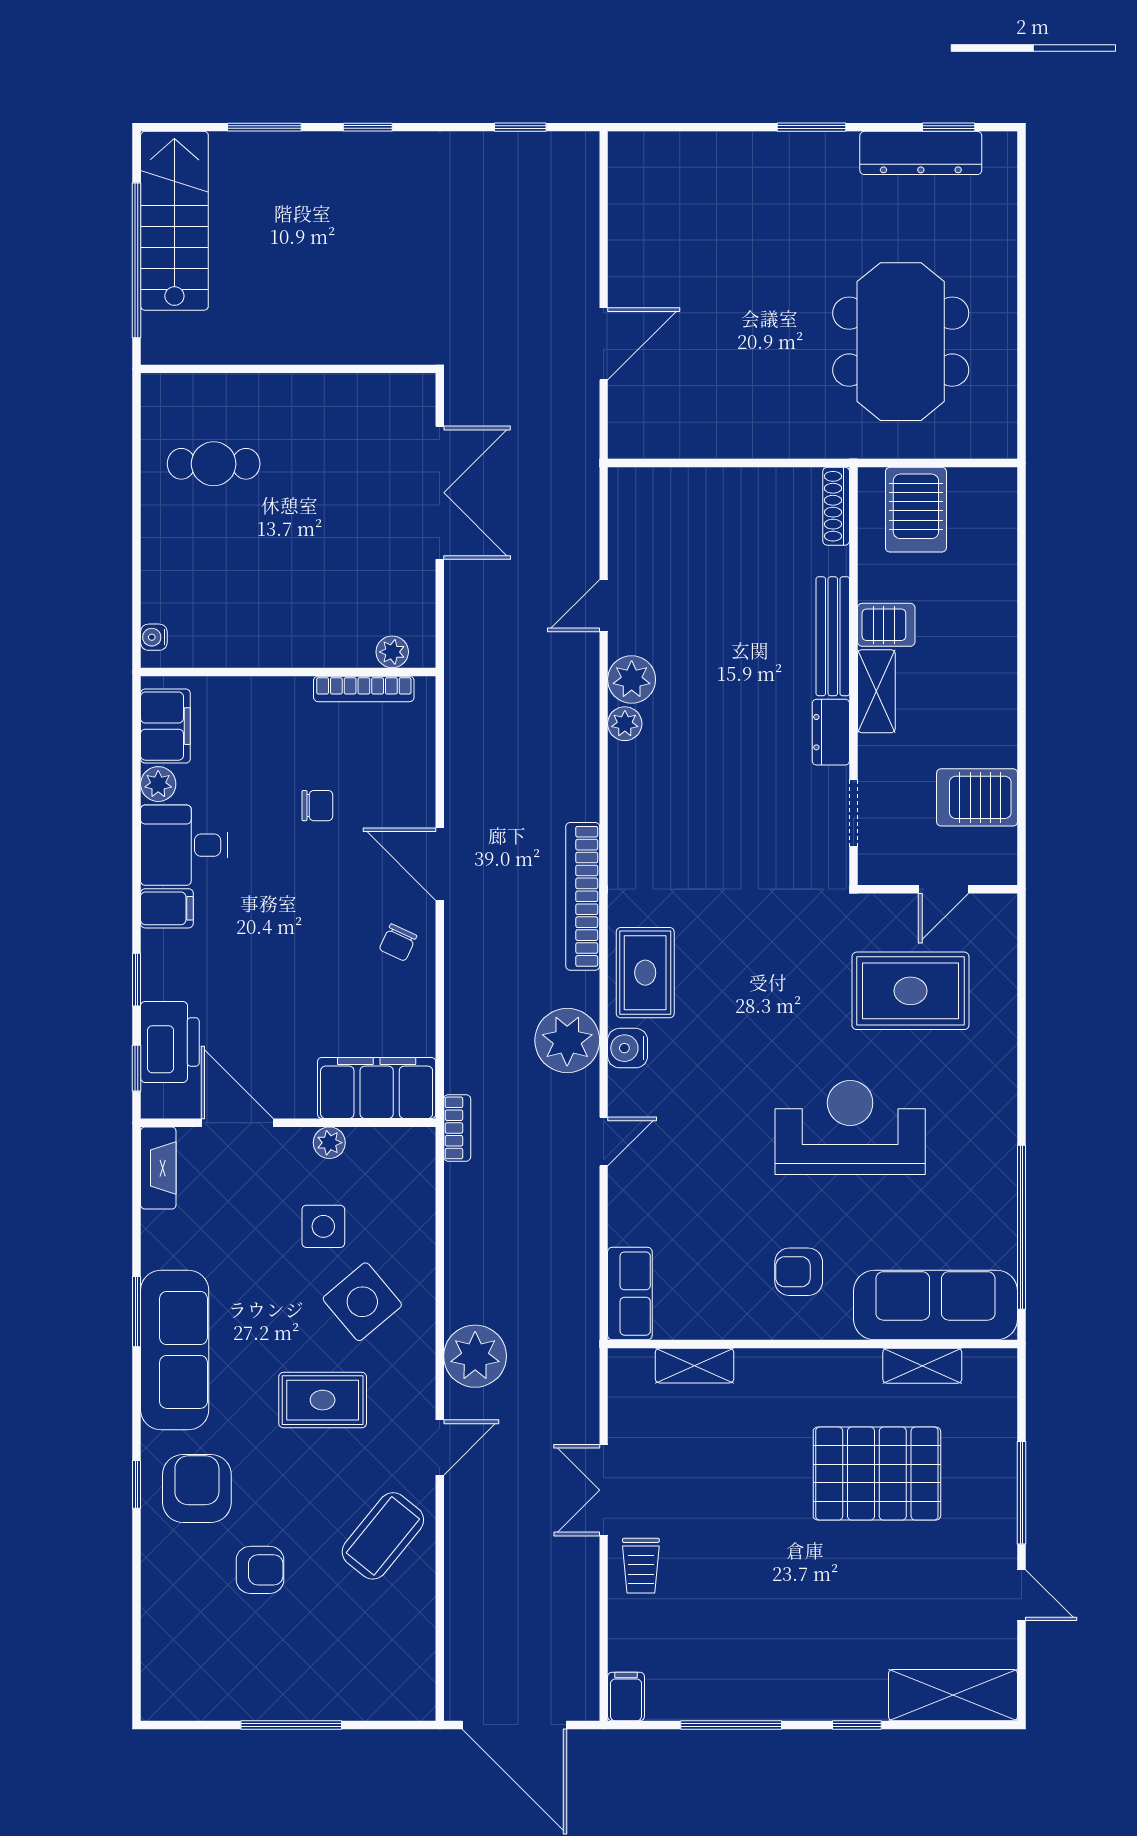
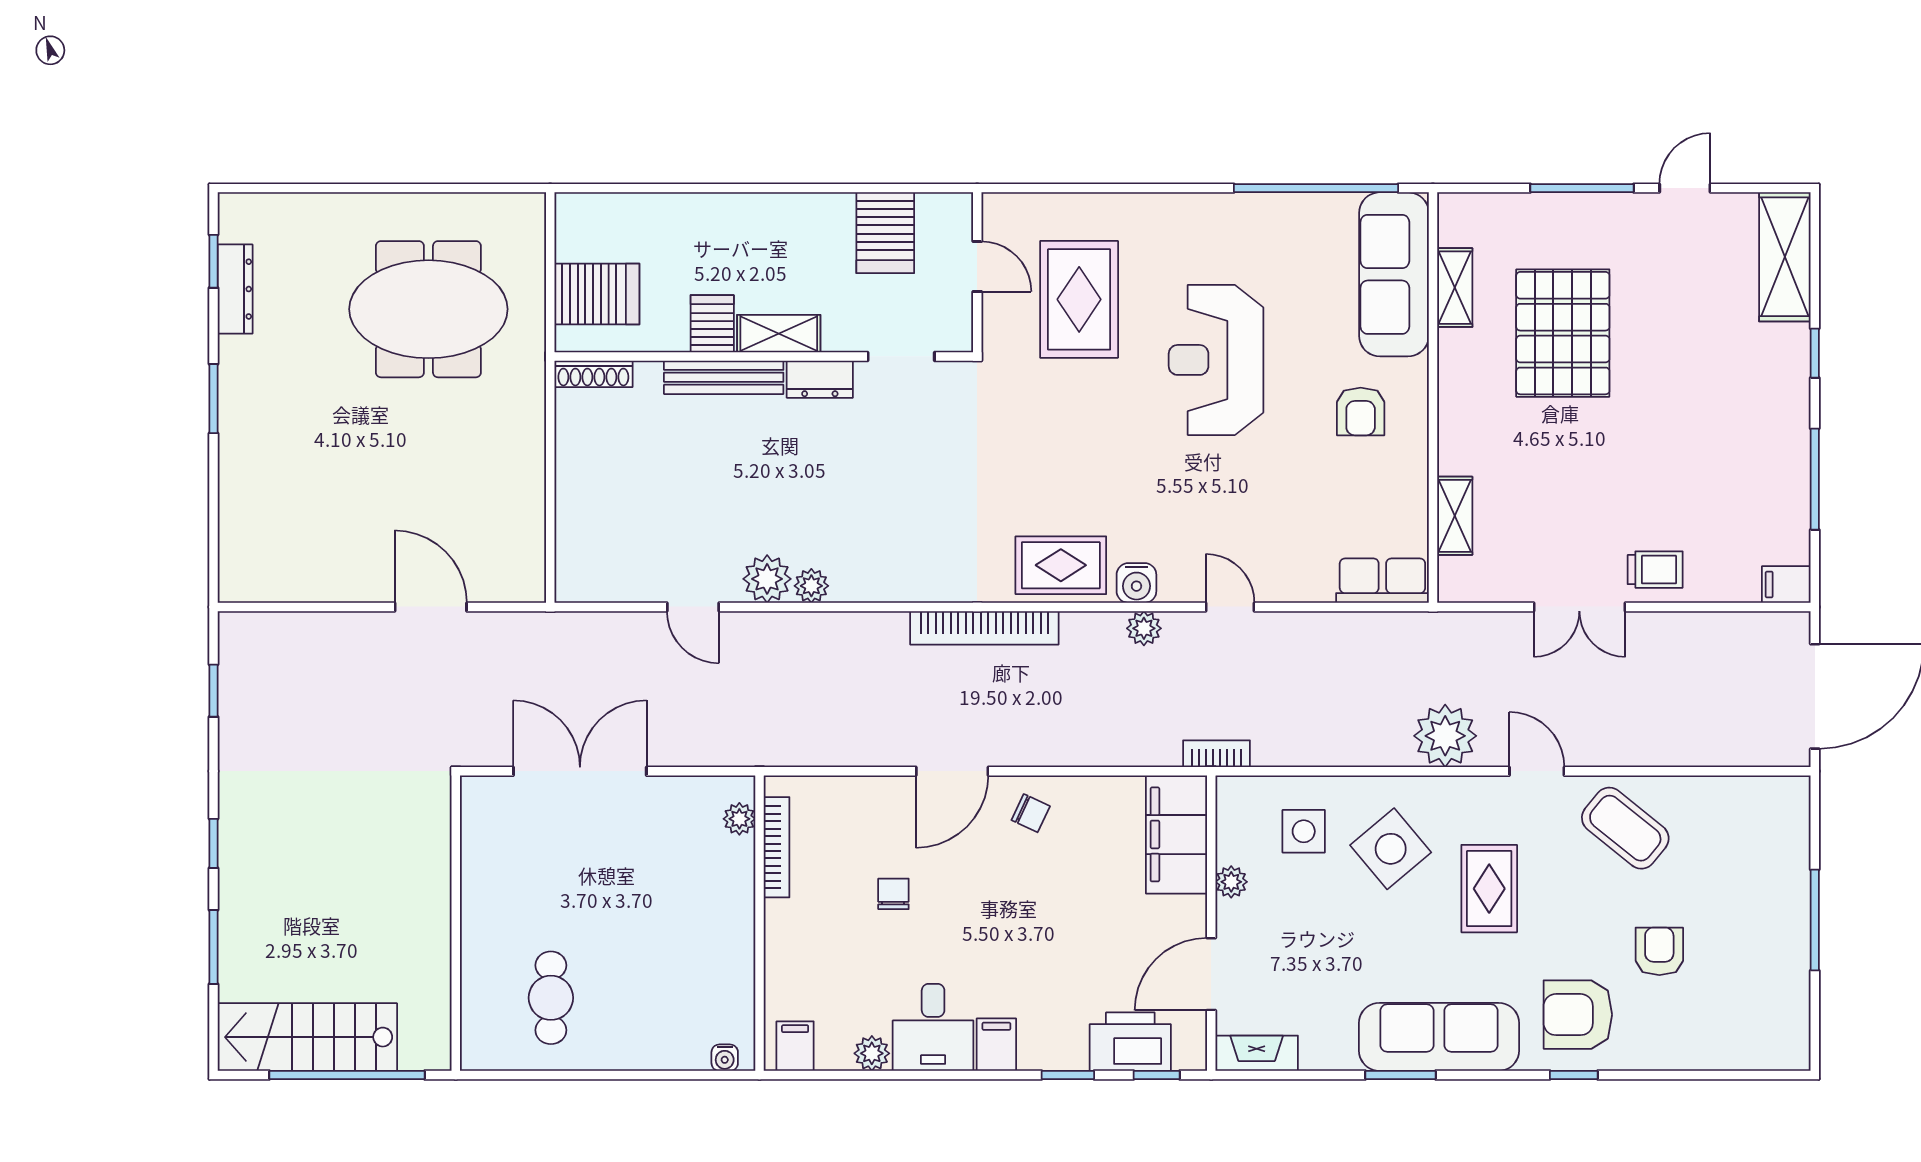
dresser: (921, 153) -> (235, 289), width x0.73, depth x0.80
filing cabinet: (165, 726) -> (795, 1046), width x0.50
plant: (567, 1040) -> (1144, 628), width x0.53, depth x0.53
side table: (323, 1226) -> (1304, 831), moved

